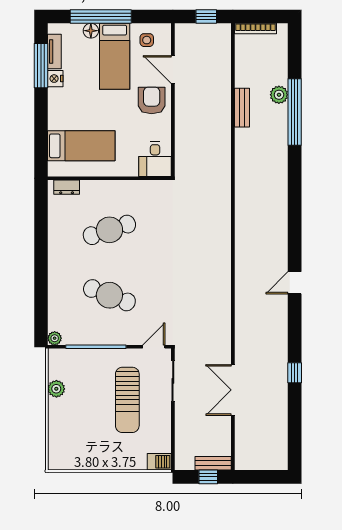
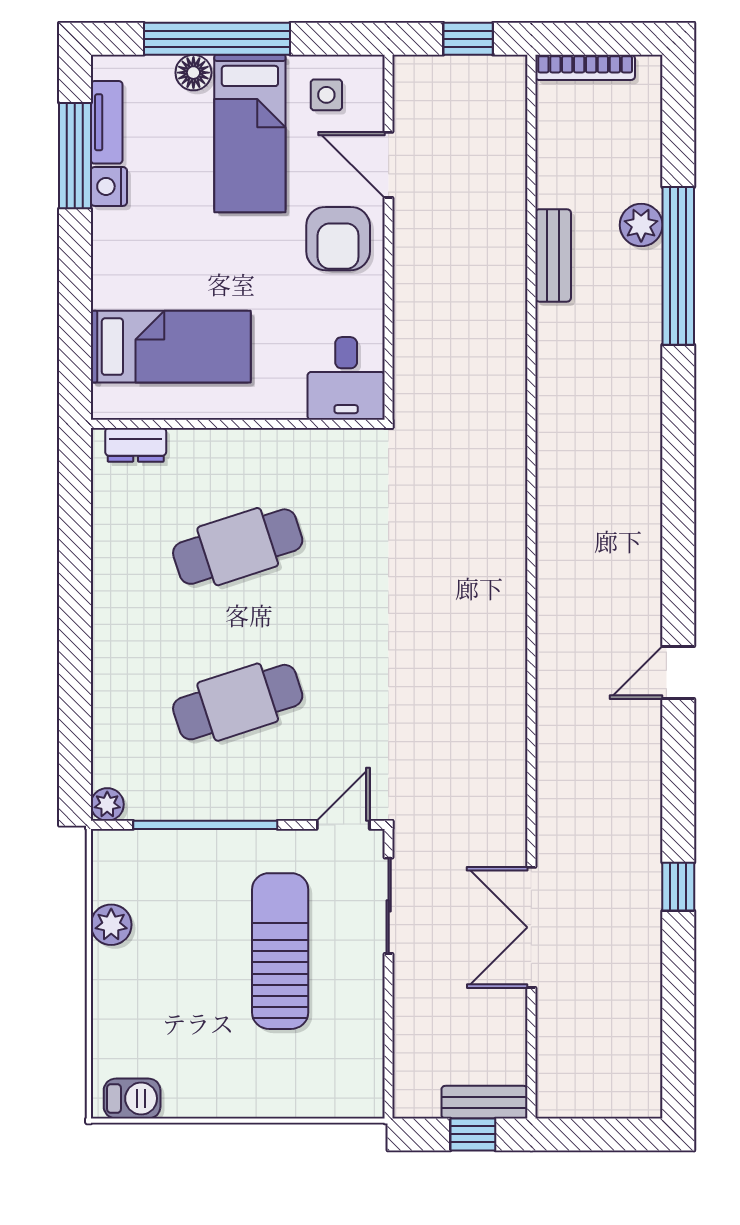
armchair: (152, 100) -> (338, 239), turned 180
cafe table: (109, 295) -> (238, 702), turned -39
sun lounger: (127, 400) -> (280, 951), turned 180
barbecue: (159, 462) -> (132, 1098), moved

